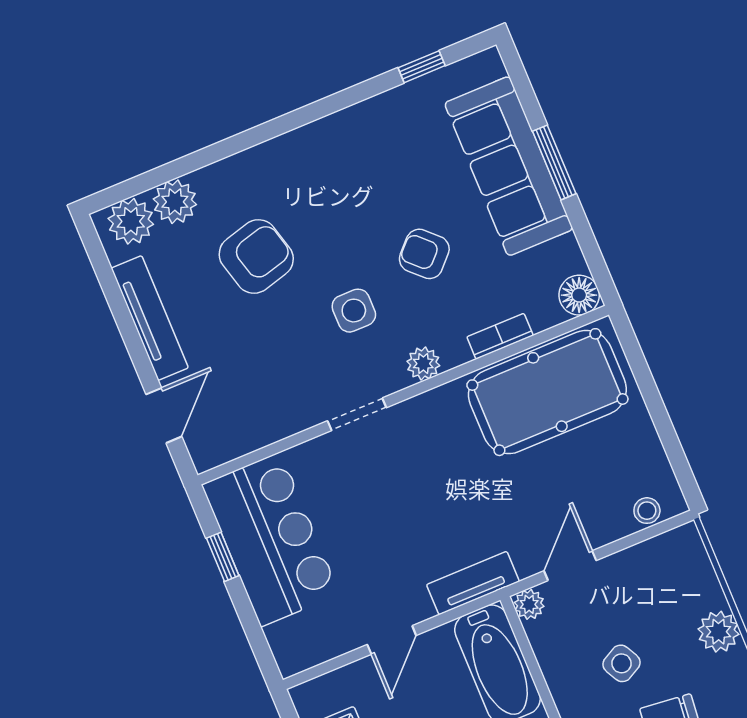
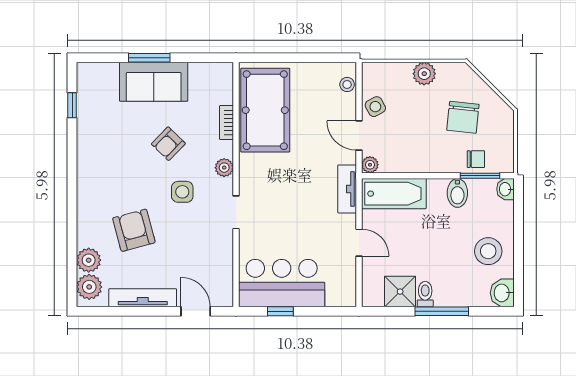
sofa: (509, 166) -> (154, 82), width x0.73
floor lamp: (579, 295) -> (222, 73), removed
side table: (622, 663) -> (375, 107), moved

